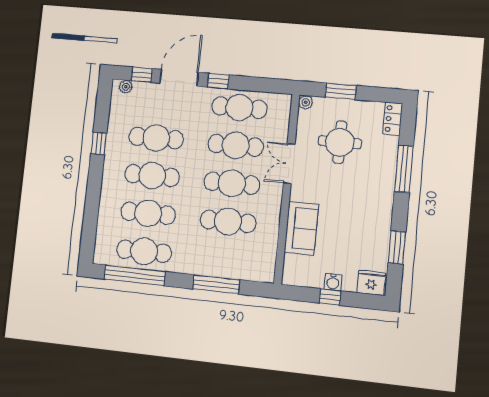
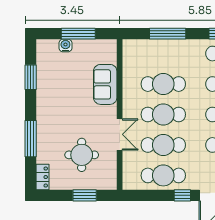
plant: (306, 102) -> (111, 184), removed
water cooler: (333, 282) -> (65, 46), moved
fridge: (371, 283) -> (48, 48), removed
window: (330, 297) -> (78, 34), width x2.17

